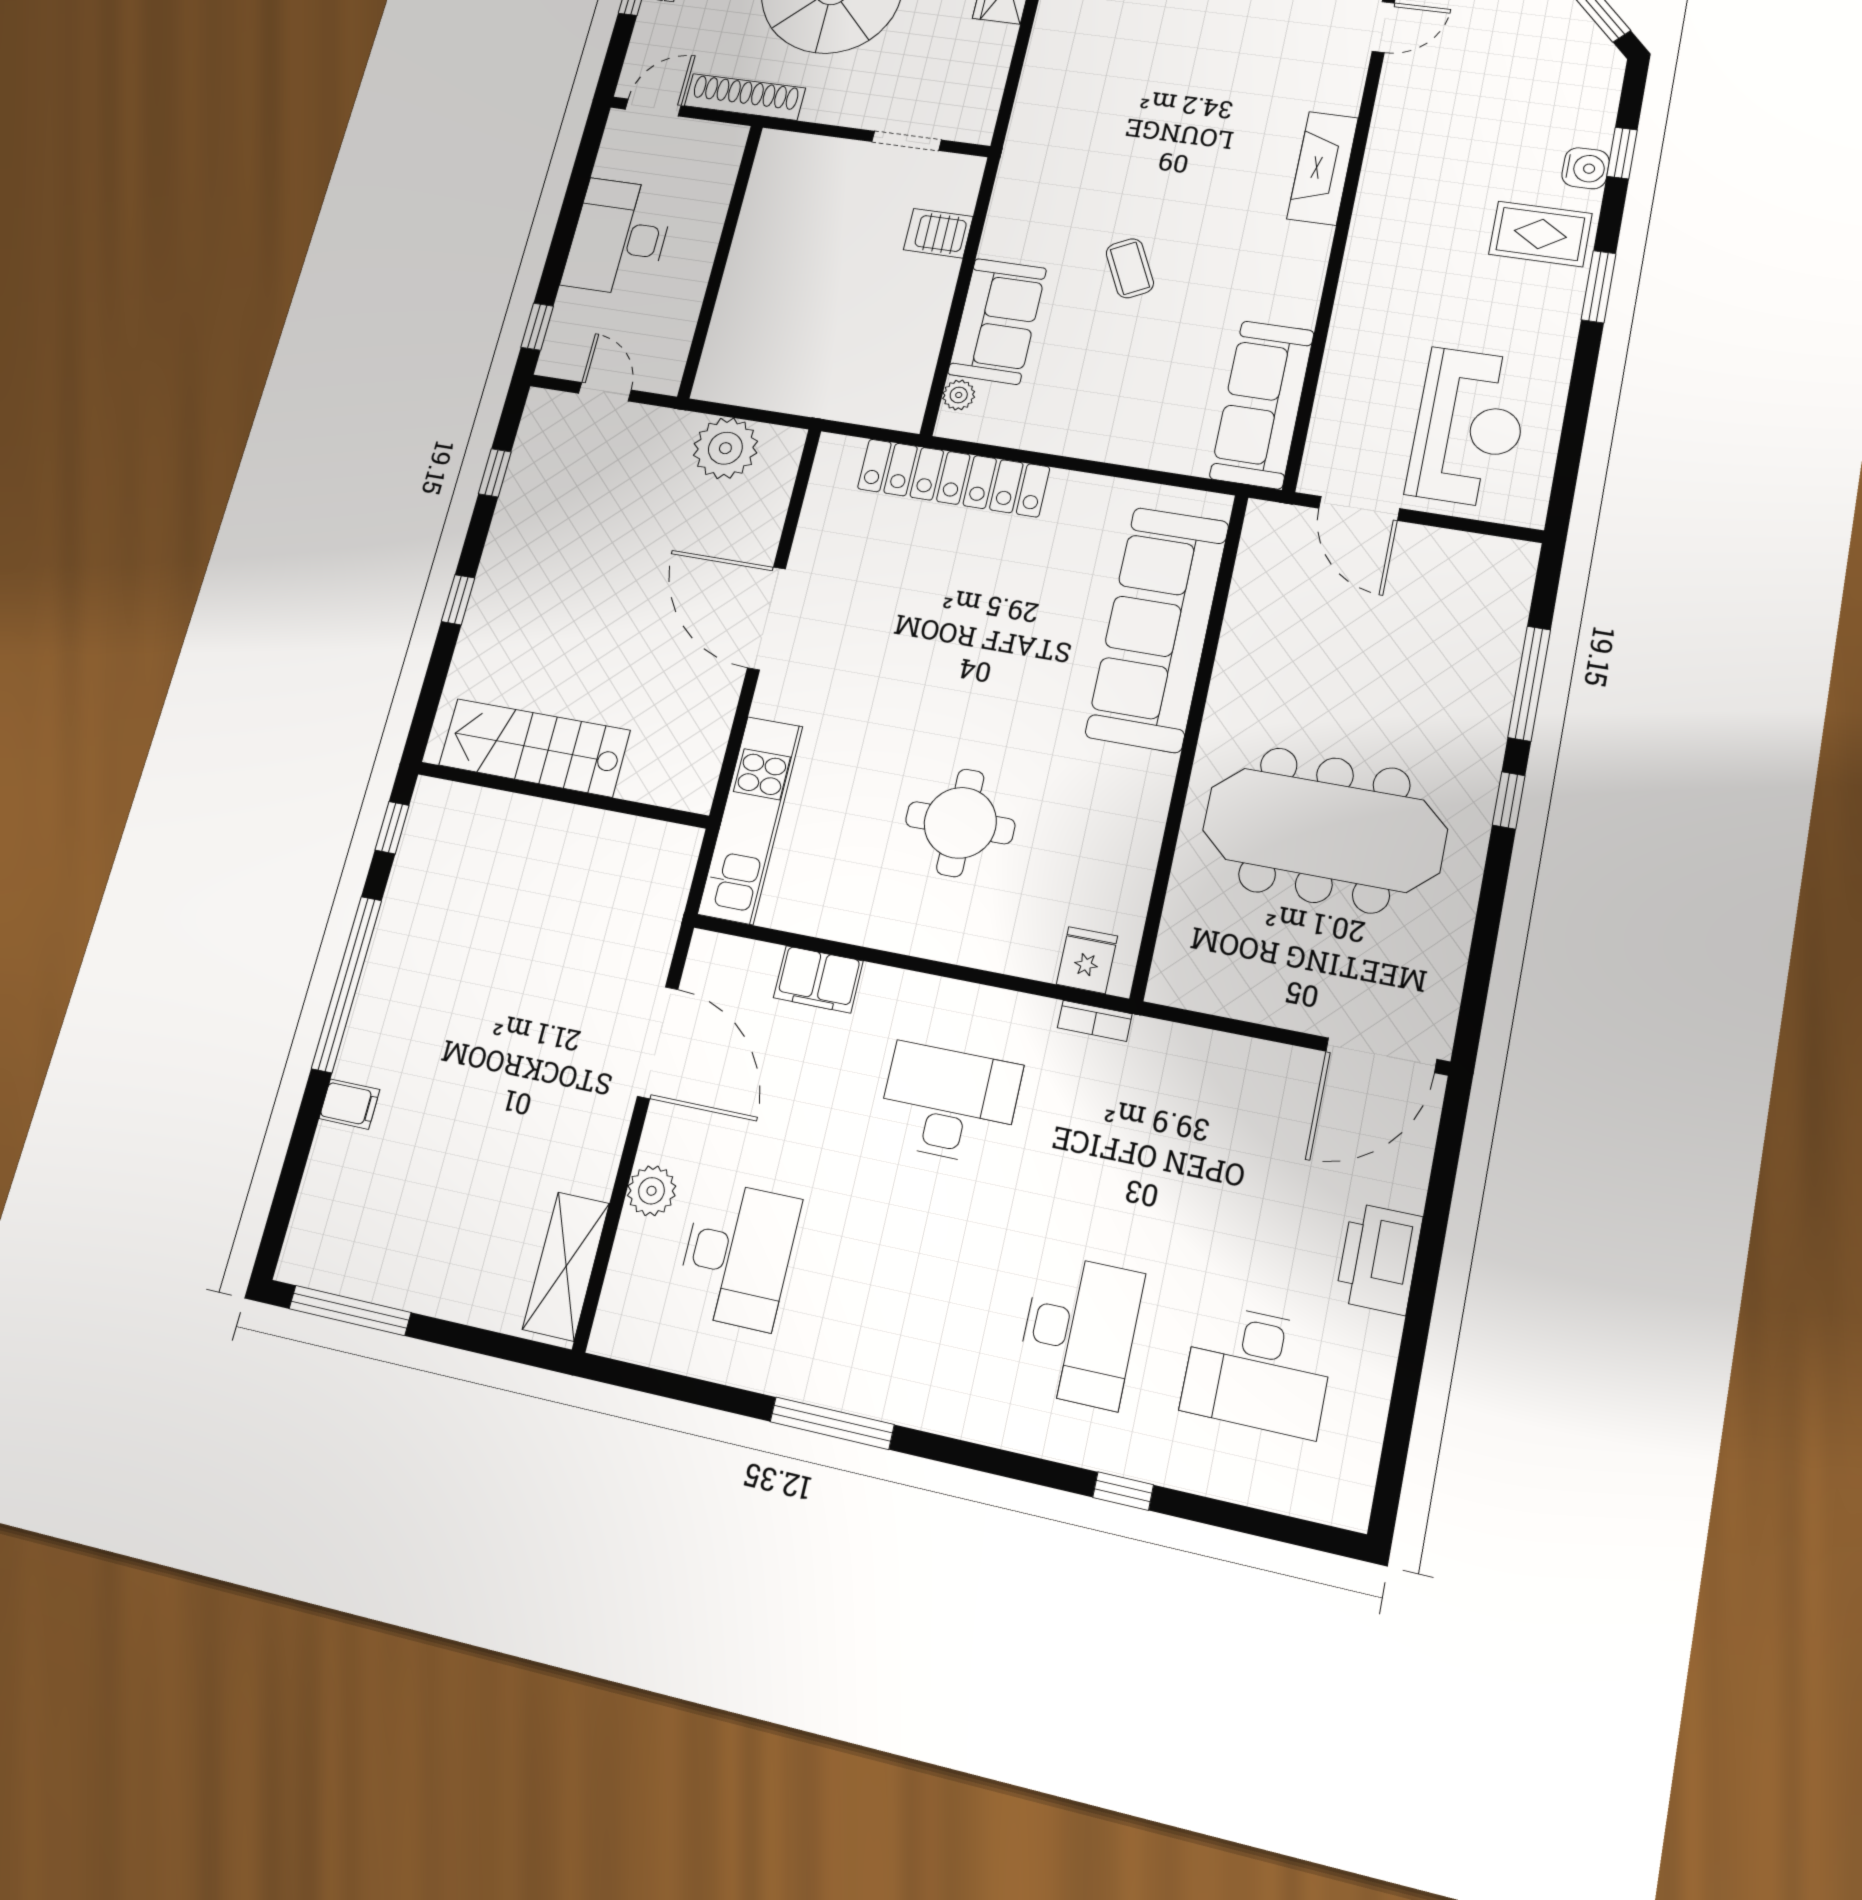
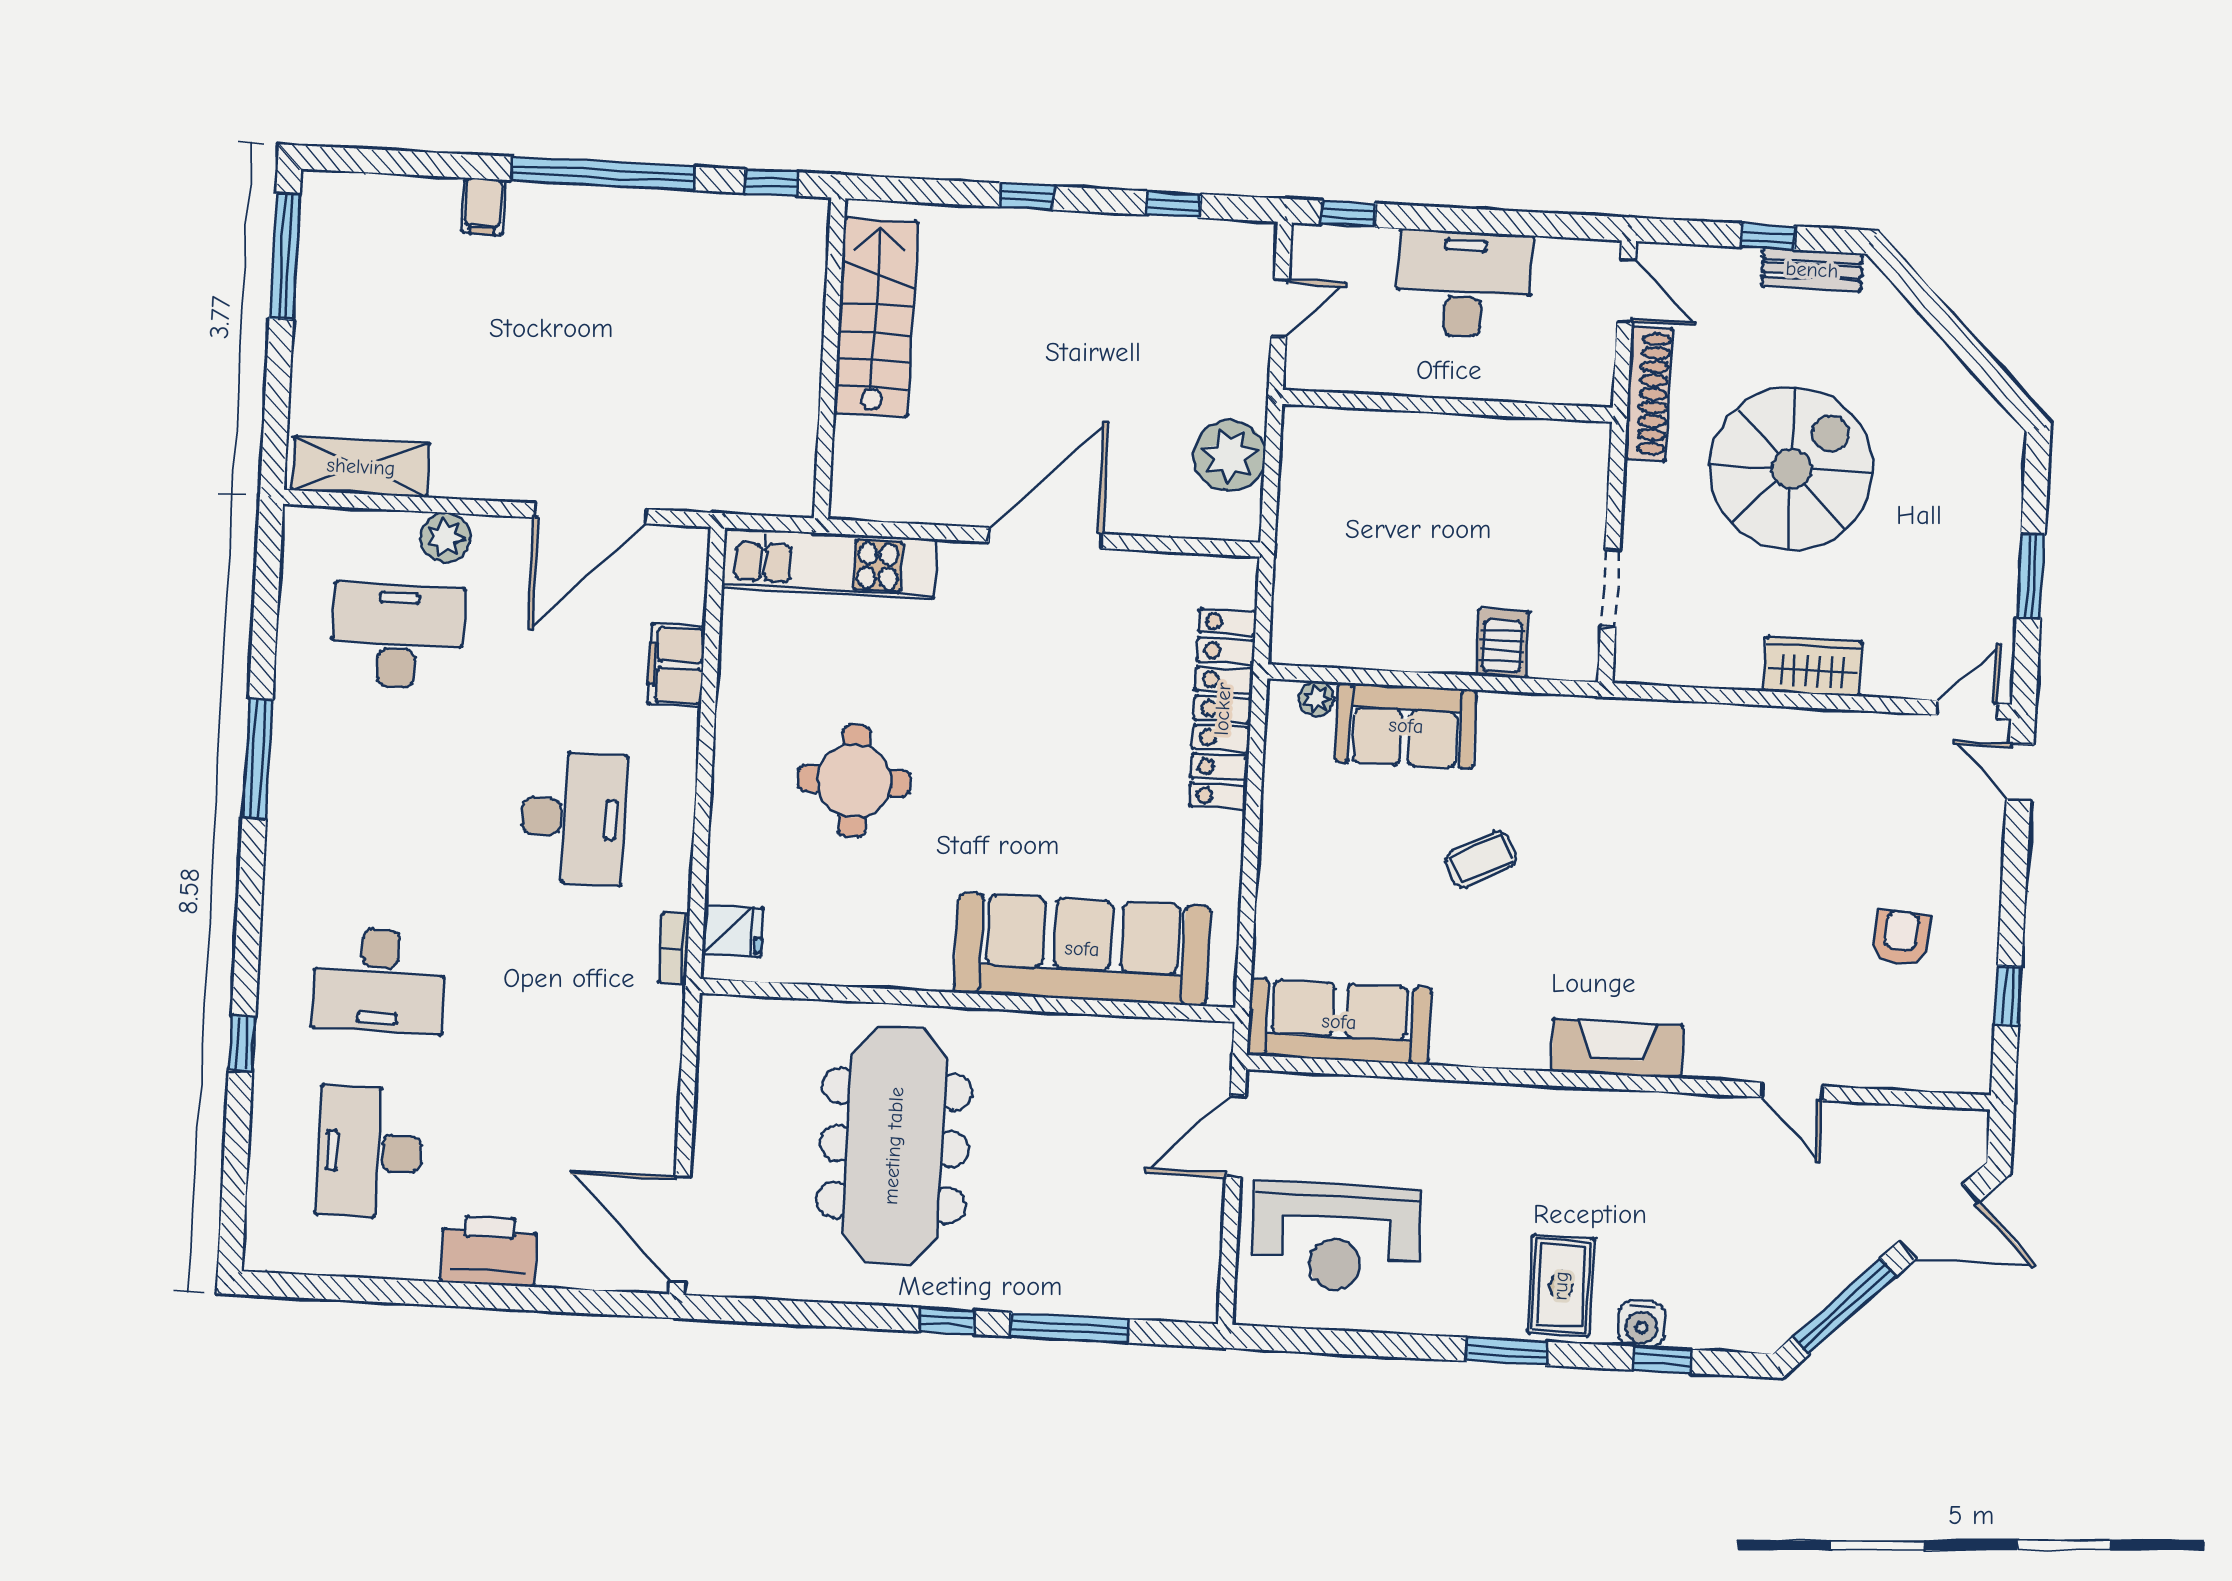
desk: (737, 1255) -> (398, 636), turned 180

